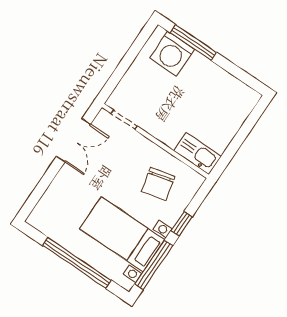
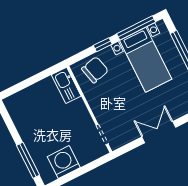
washing machine: (172, 54) -> (64, 162), moved, turned -90
double door: (73, 140) -> (159, 132), moved
chair: (158, 184) -> (95, 70), moved

